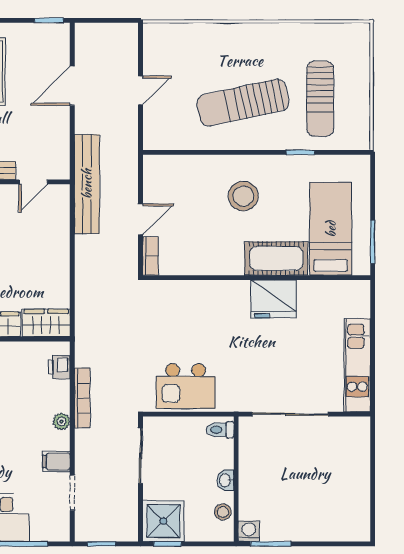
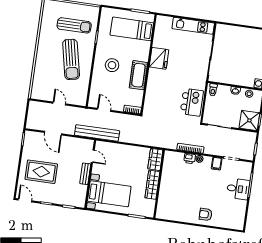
door: (141, 219) -> (104, 110), moved
cot: (276, 258) -> (138, 75), moved
printer: (59, 367) -> (190, 158), moved

